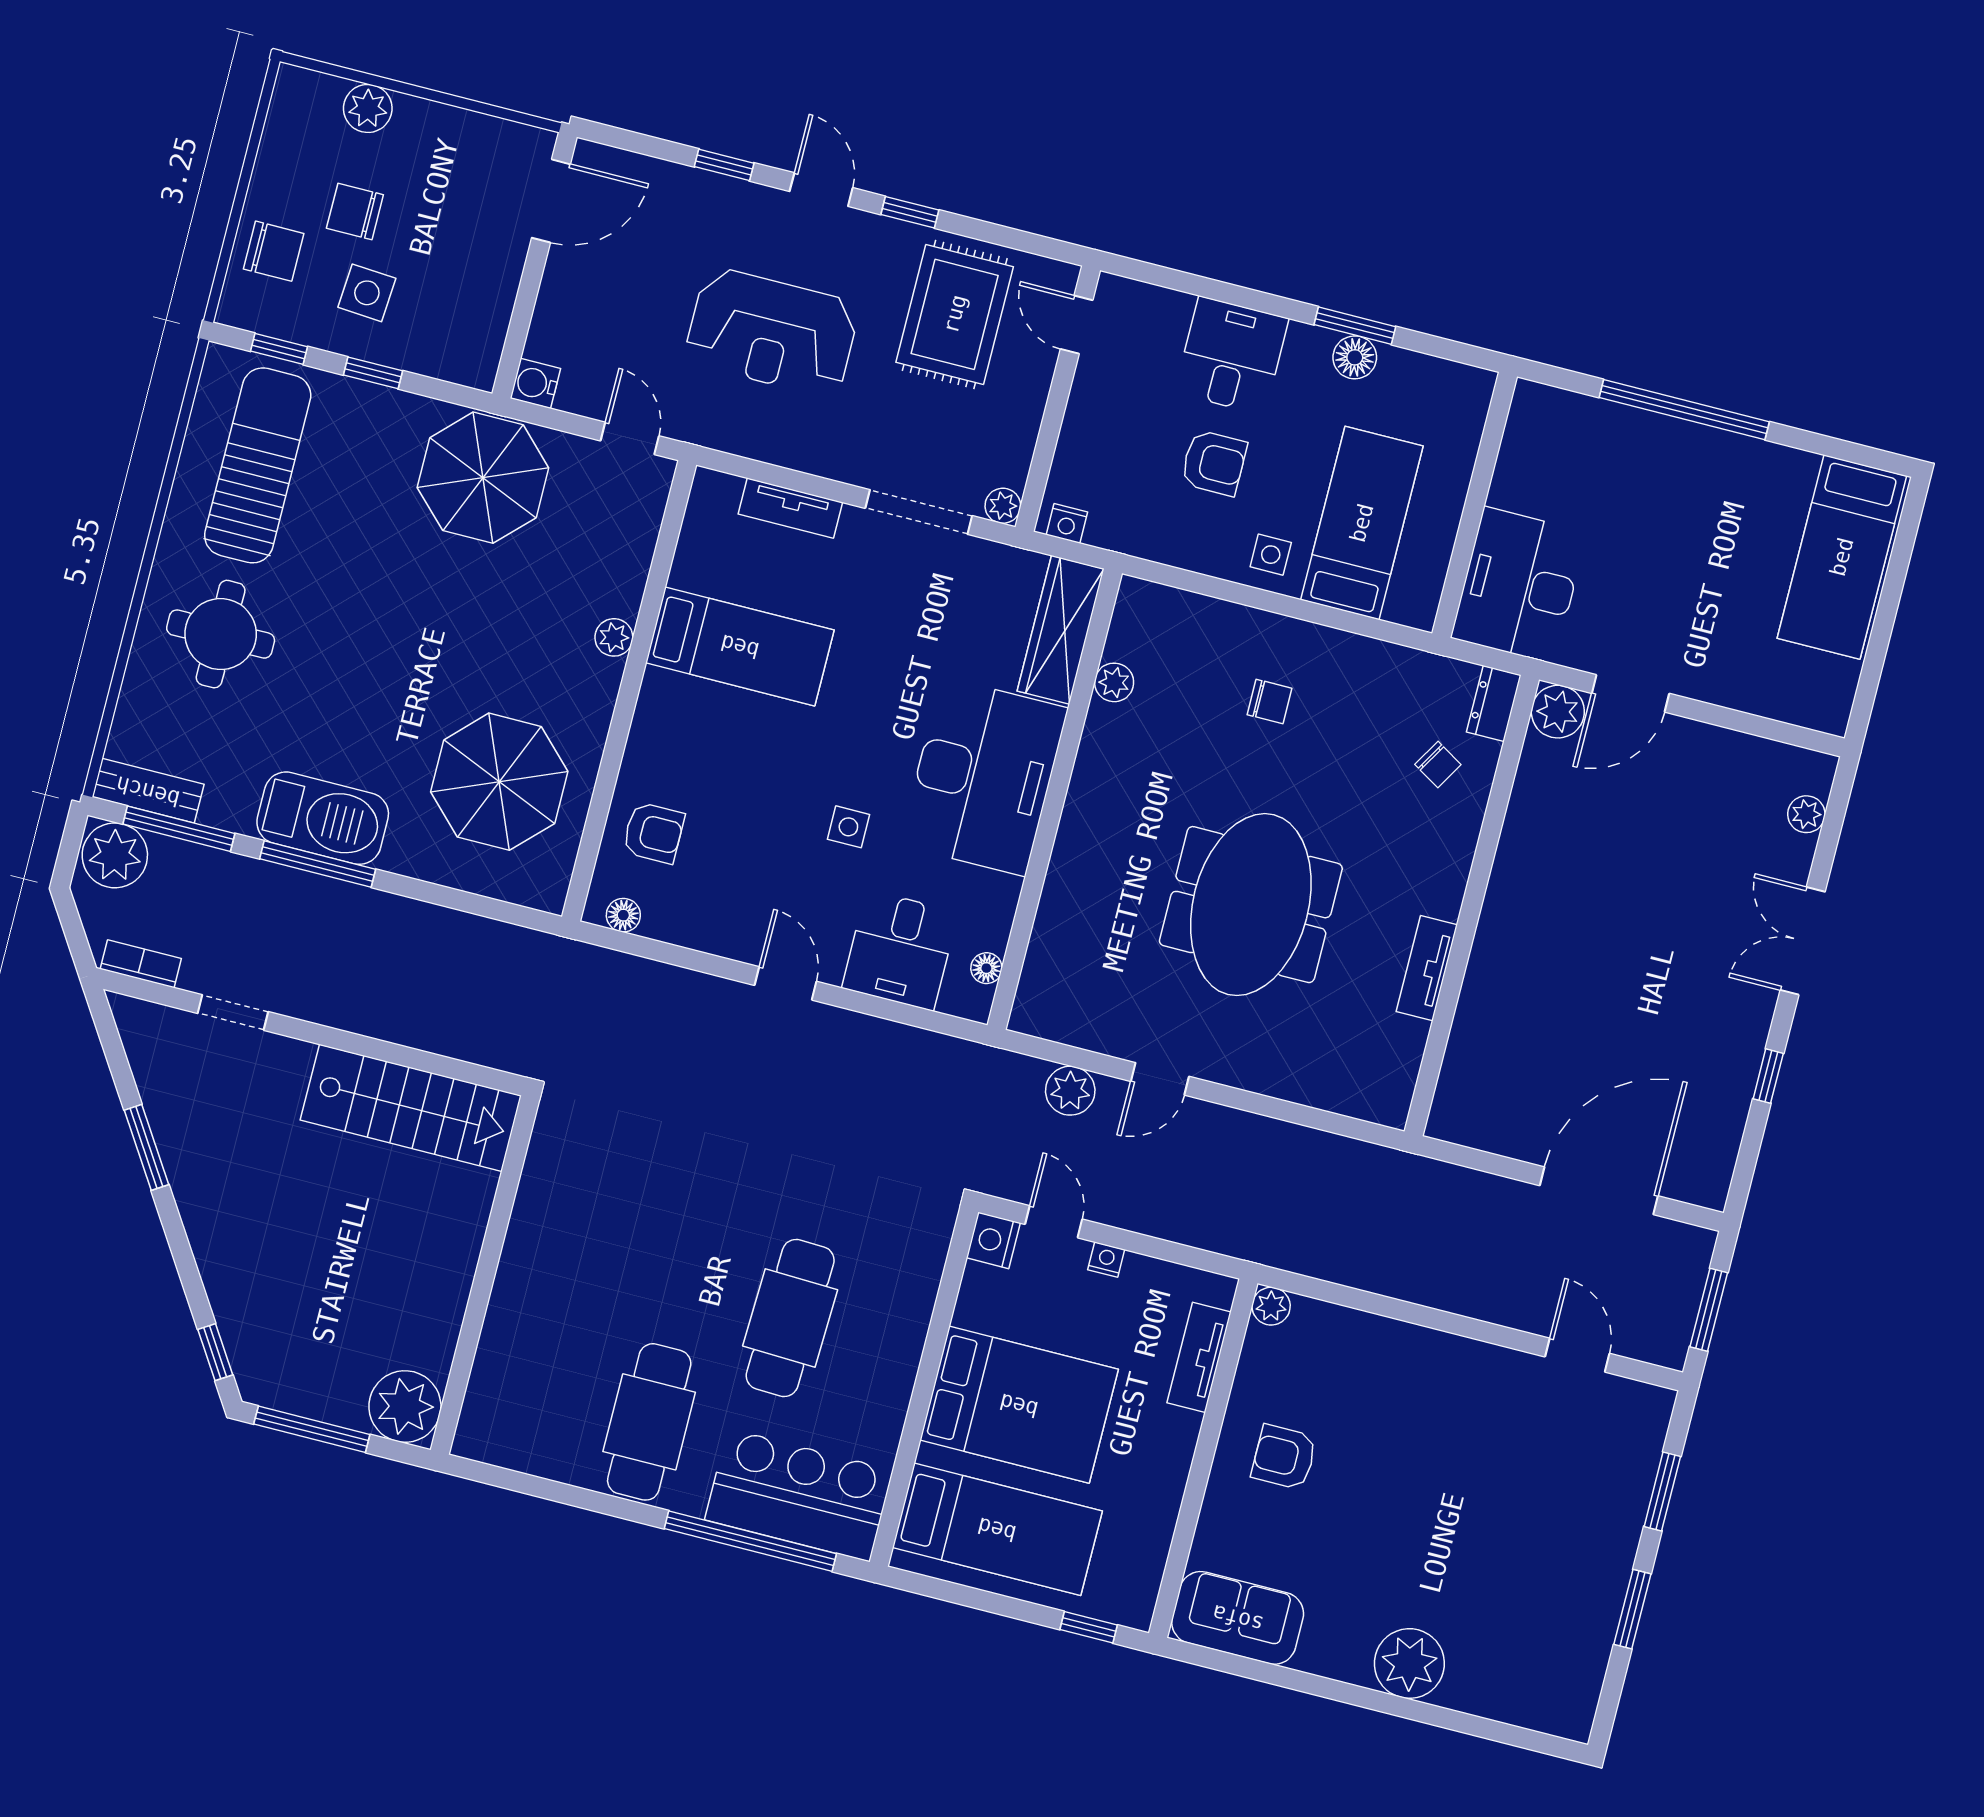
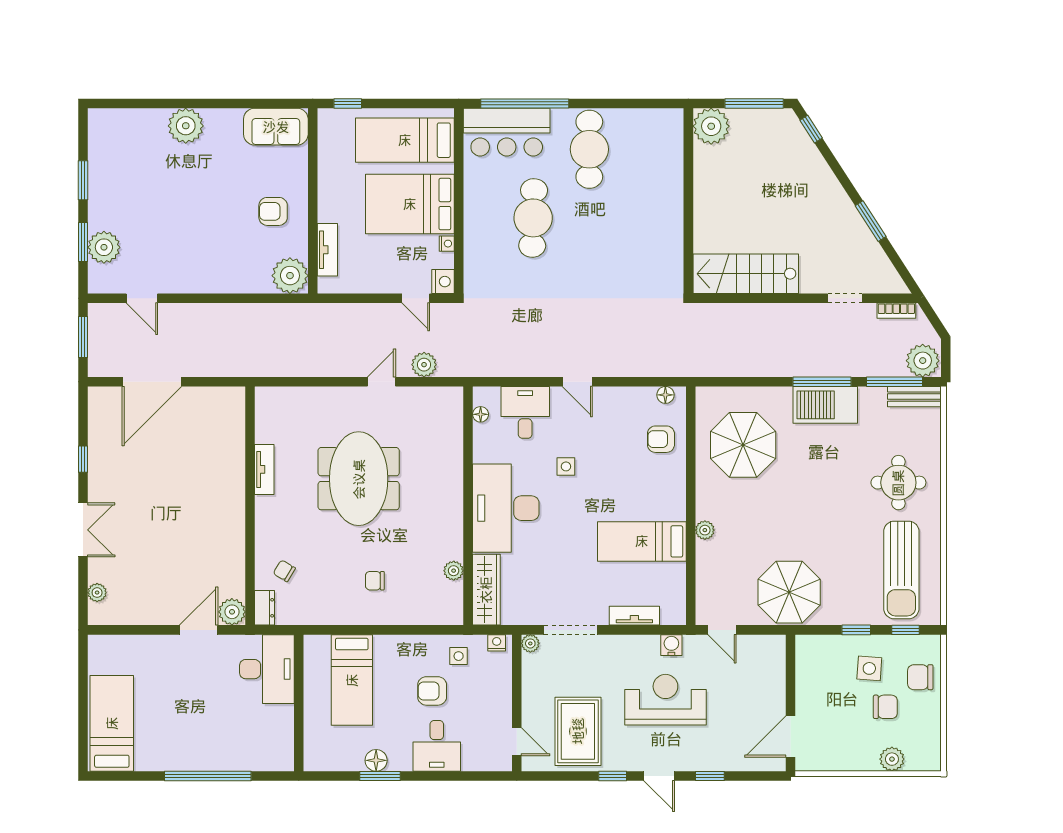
water cooler: (535, 383) -> (671, 645), moved, turned -90
side table: (1271, 555) -> (459, 656), moved
nightstand: (1106, 1260) -> (447, 244), moved, turned -90
plant: (1271, 1306) -> (290, 276), width x1.88, depth x1.88
armchair: (1284, 1457) -> (273, 211), turned 180
plant: (1625, 1471) -> (104, 247), added

